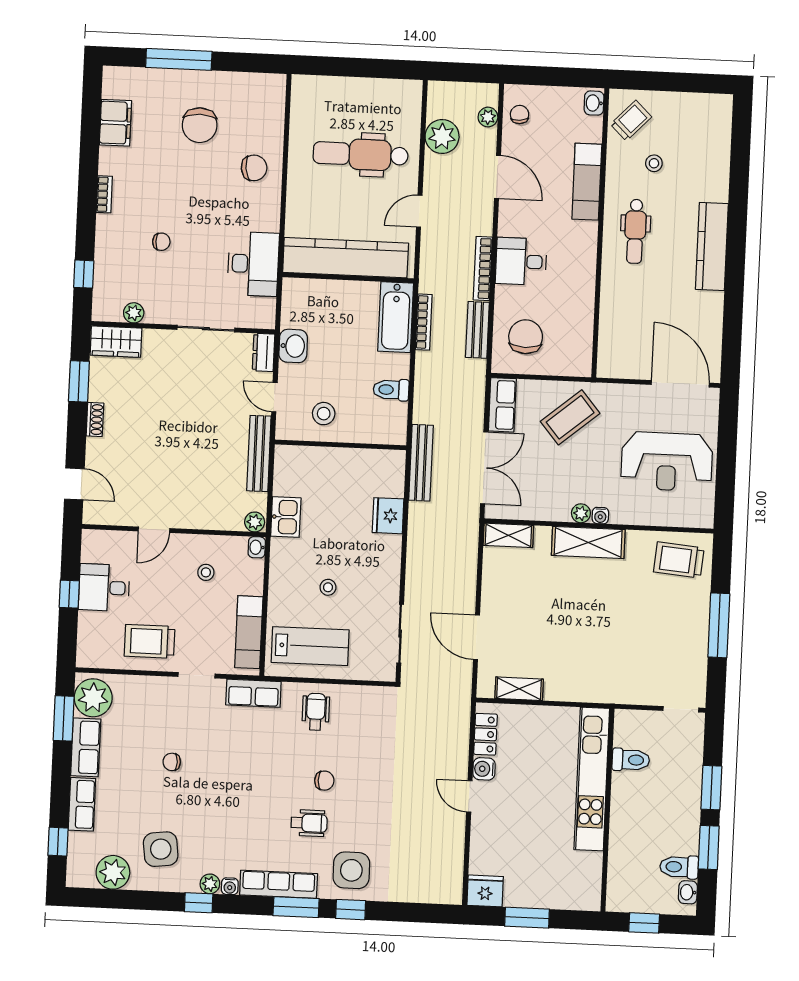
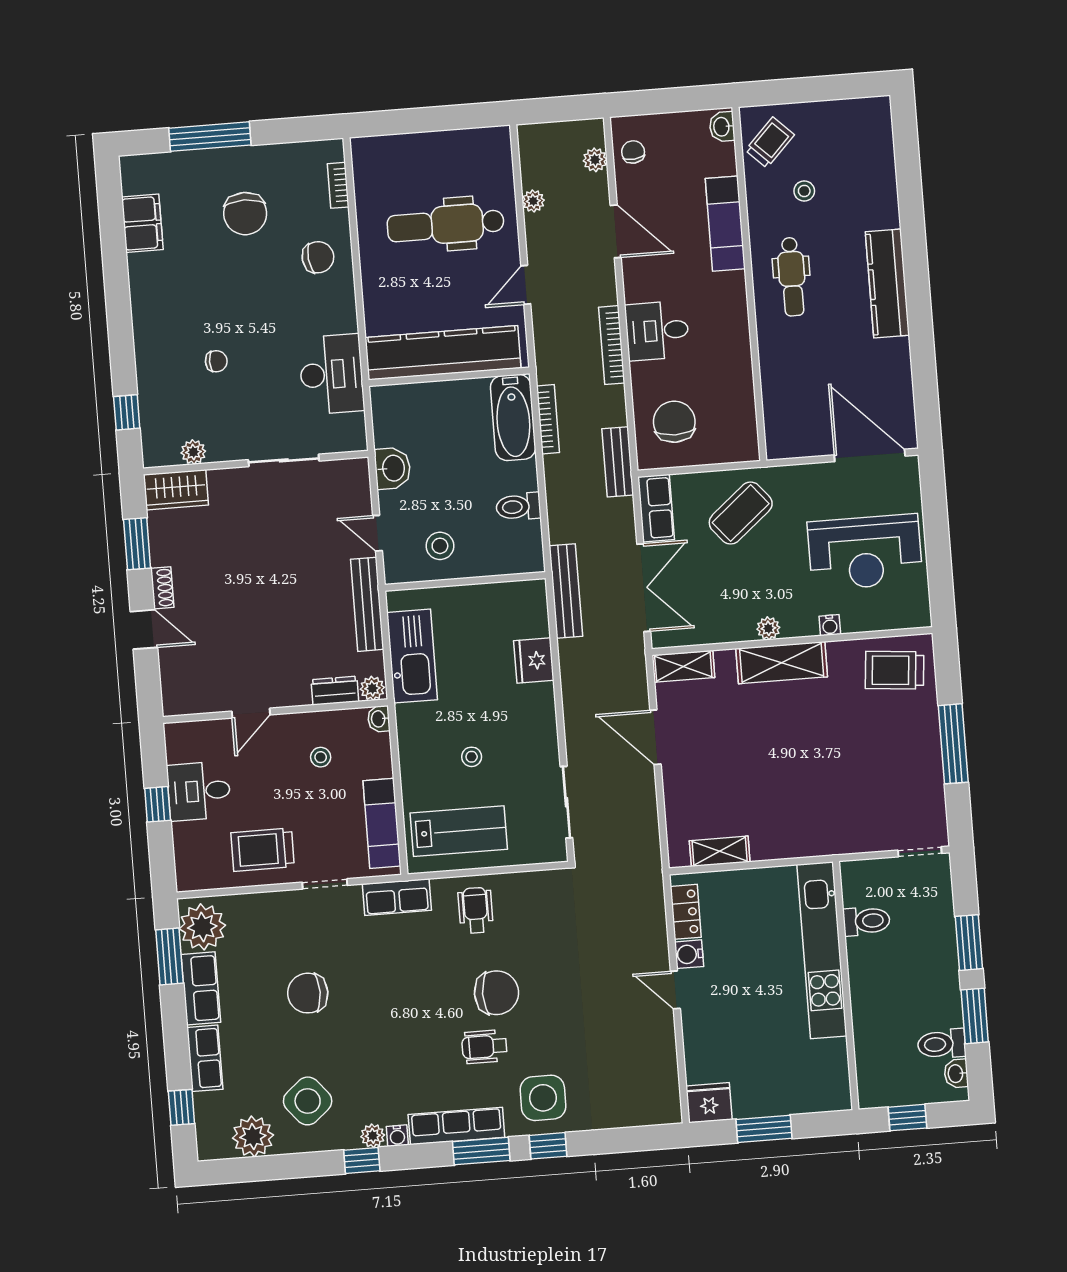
plant: (442, 137) -> (533, 201), width x0.53, depth x0.53
bookcase: (104, 194) -> (338, 185), moved, turned 180
bench: (477, 330) -> (618, 462), moved
dresser: (264, 352) -> (335, 691), moved, turned 90
door: (74, 484) -> (144, 629), moved
water cooler: (600, 516) -> (830, 625), moved
kitchen sink: (286, 517) -> (412, 656), width x1.88, depth x1.24
door: (477, 637) -> (656, 737), moved
chair: (172, 762) -> (308, 993), width x1.87, depth x1.87
chair: (324, 781) -> (496, 993), width x1.87, depth x1.87
wheelchair: (309, 823) -> (484, 1047), turned 180
side table: (161, 849) -> (308, 1101), turned -33

